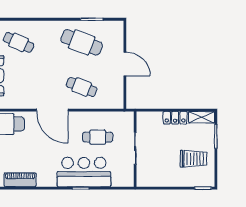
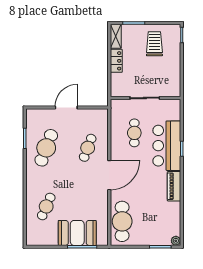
piano: (20, 180) -> (174, 186), moved

